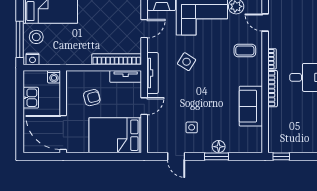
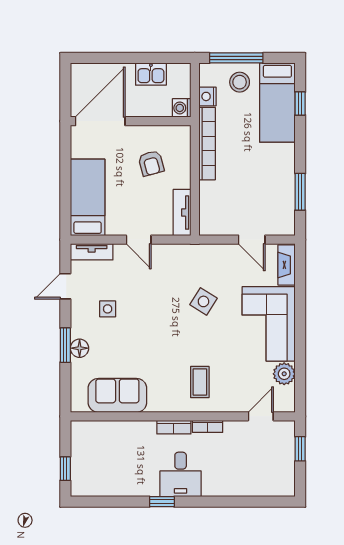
coffee table: (245, 51) -> (200, 382), moved
nightstand: (32, 59) -> (207, 96), moved
bookcase: (117, 59) -> (207, 144), moved
tv unit: (152, 73) -> (92, 252), moved, width x0.71
bookcase: (273, 89) -> (174, 427), width x0.64
sofa: (251, 106) -> (117, 395), moved
bed: (115, 135) -> (88, 197), width x0.67
window: (281, 156) -> (65, 469), moved

